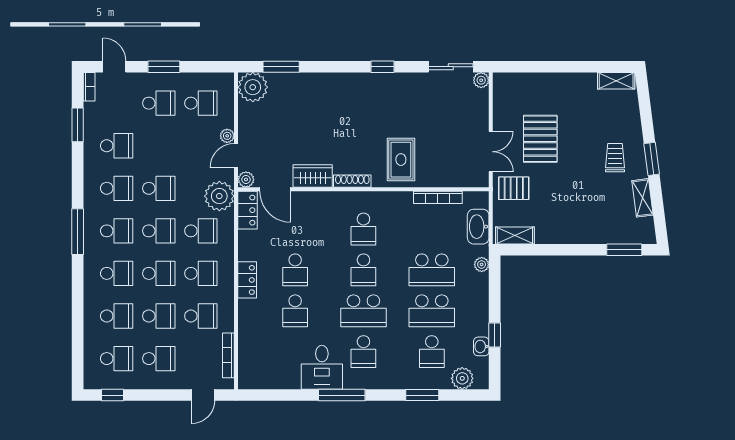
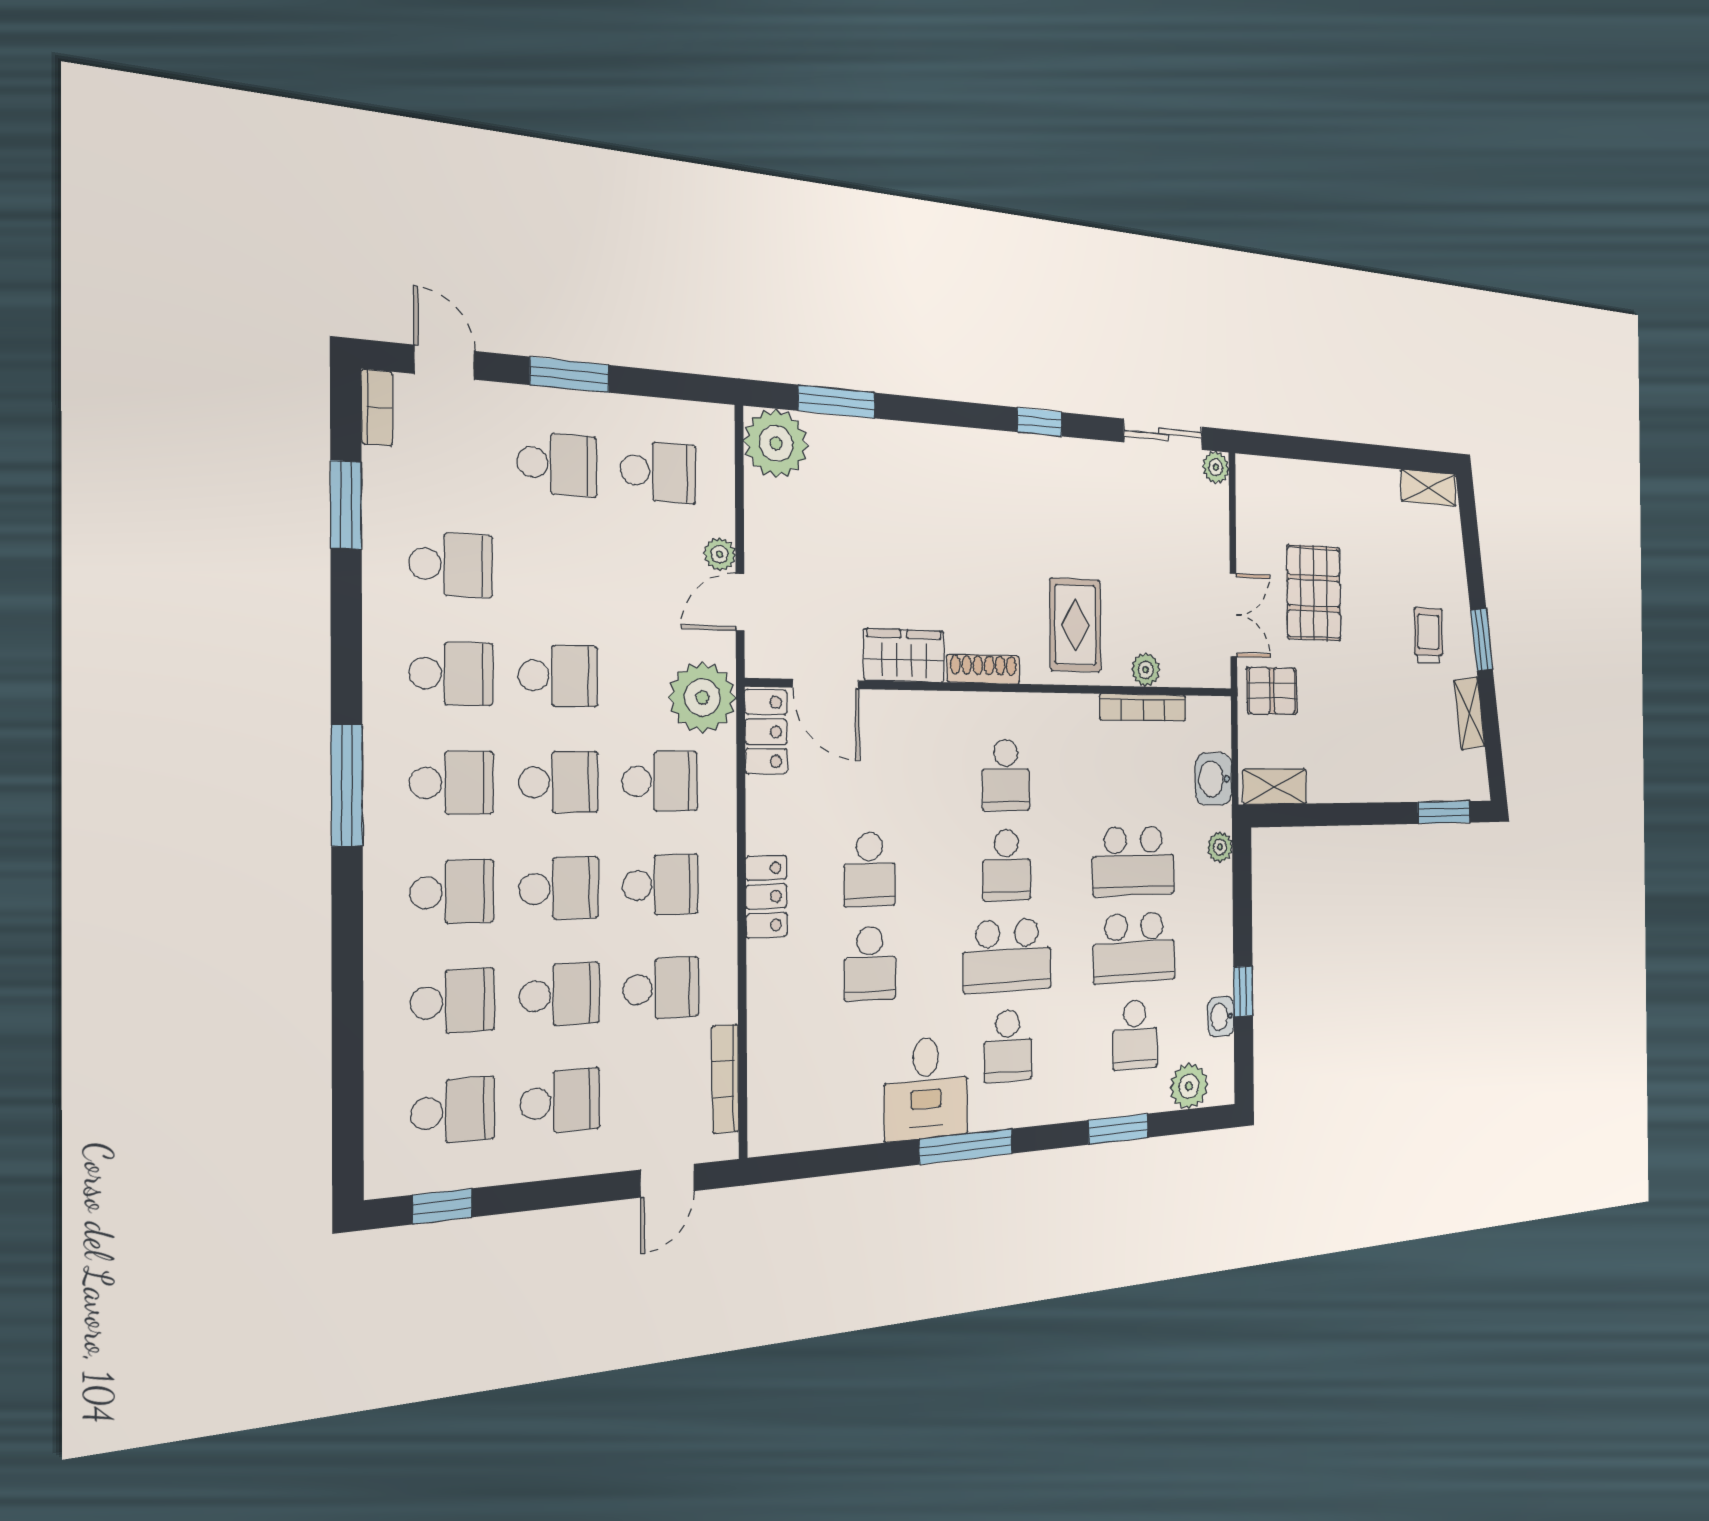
plant: (246, 179) -> (1146, 670), moved
washbasin: (478, 227) -> (1214, 779), width x0.72

